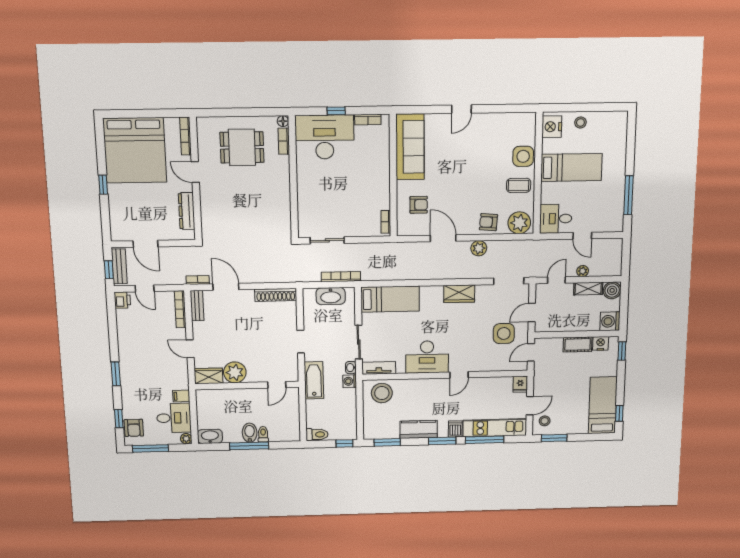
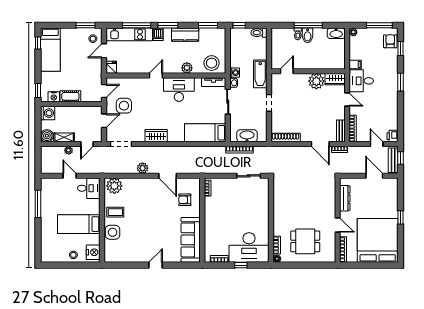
armchair: (488, 222) -> (136, 187), removed
plant: (416, 386) -> (187, 68), added
desk: (174, 418) -> (361, 81), moved

